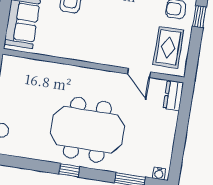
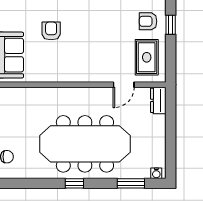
door: (139, 73) -> (124, 85), hinge flipped
meeting table: (87, 130) -> (85, 144), width x1.36

